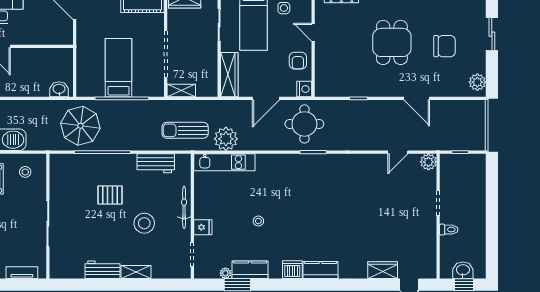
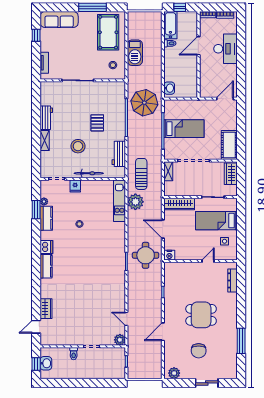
armchair: (298, 61) -> (189, 251), removed

